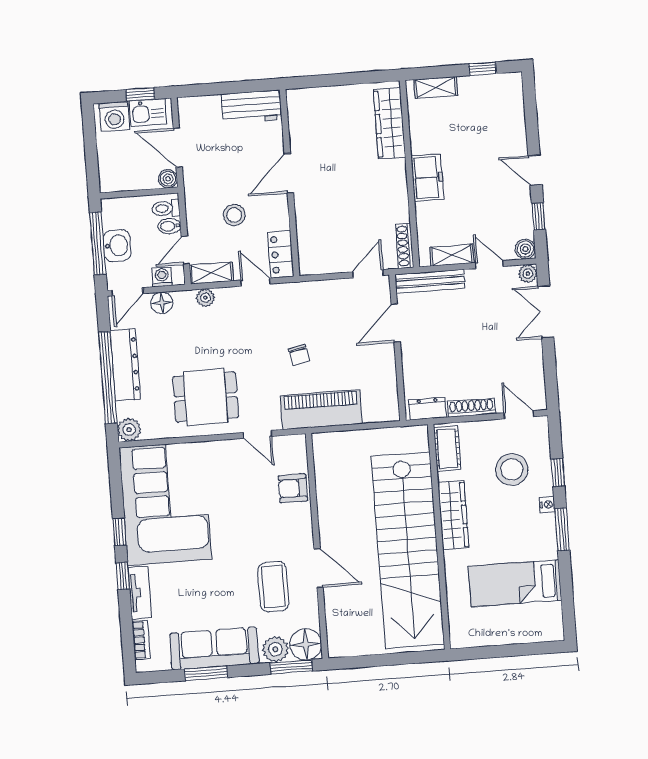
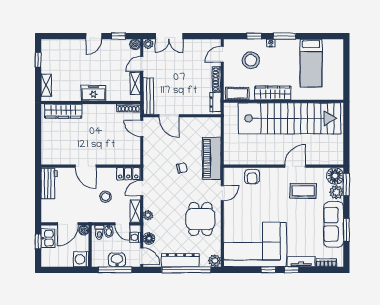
washing machine: (114, 116) -> (81, 259), moved, turned 180

